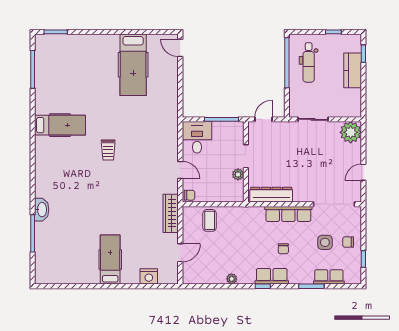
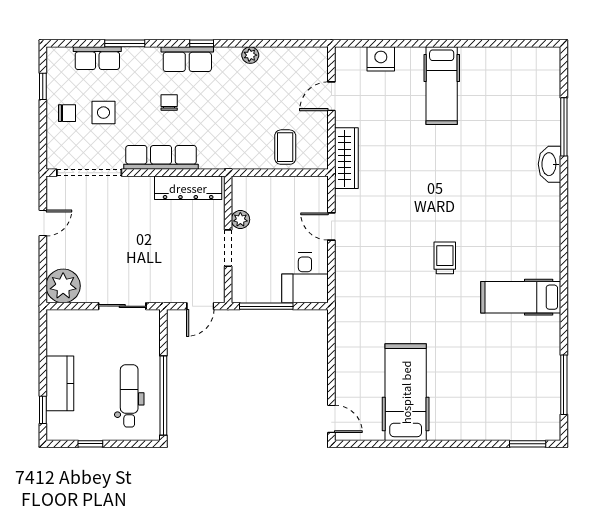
chair: (190, 195) -> (317, 187), removed

